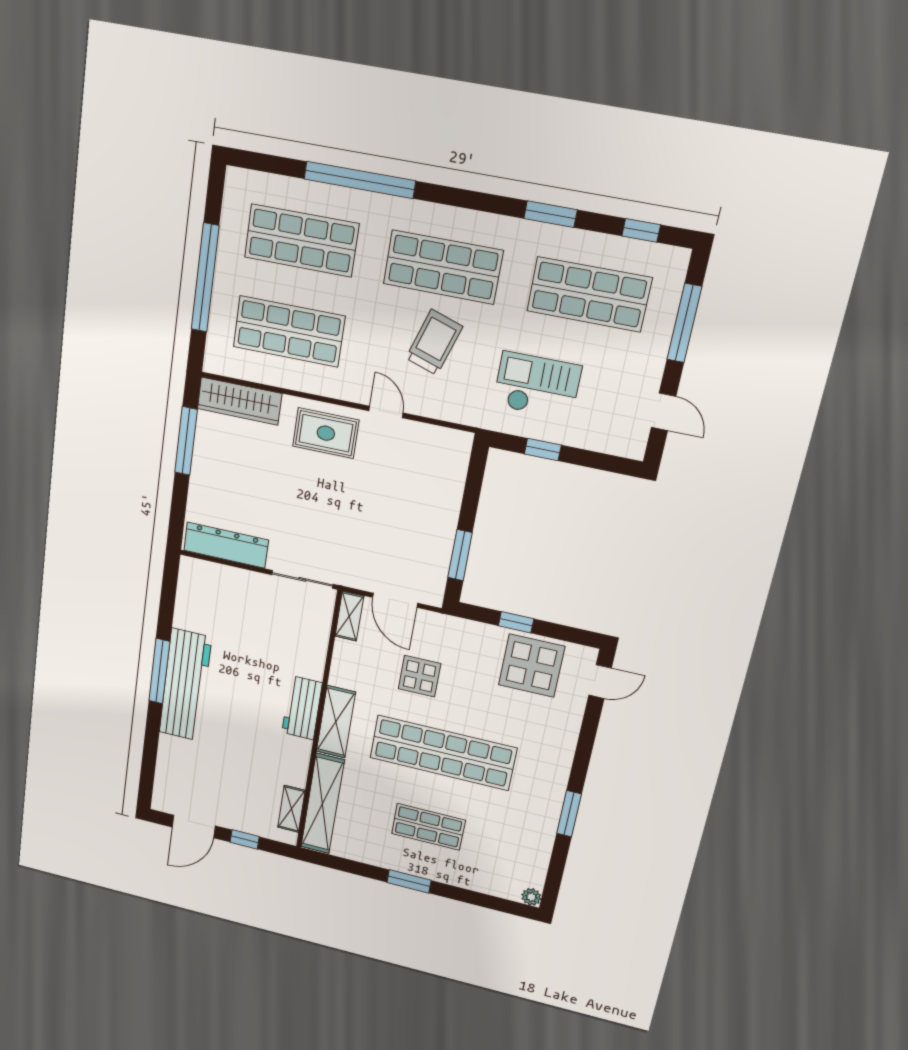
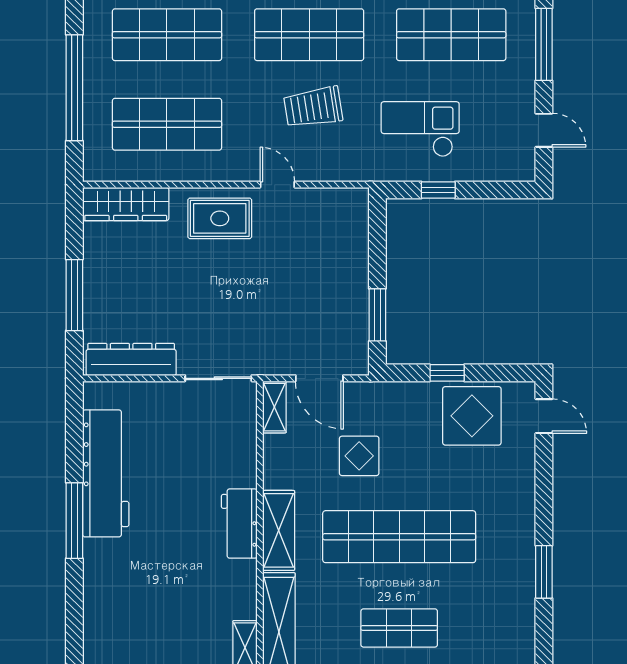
trolley: (434, 342) -> (313, 107), turned -117
window: (186, 441) -> (74, 295), moved
door: (600, 682) -> (544, 416), hinge flipped
workbench: (185, 685) -> (106, 473), moved

